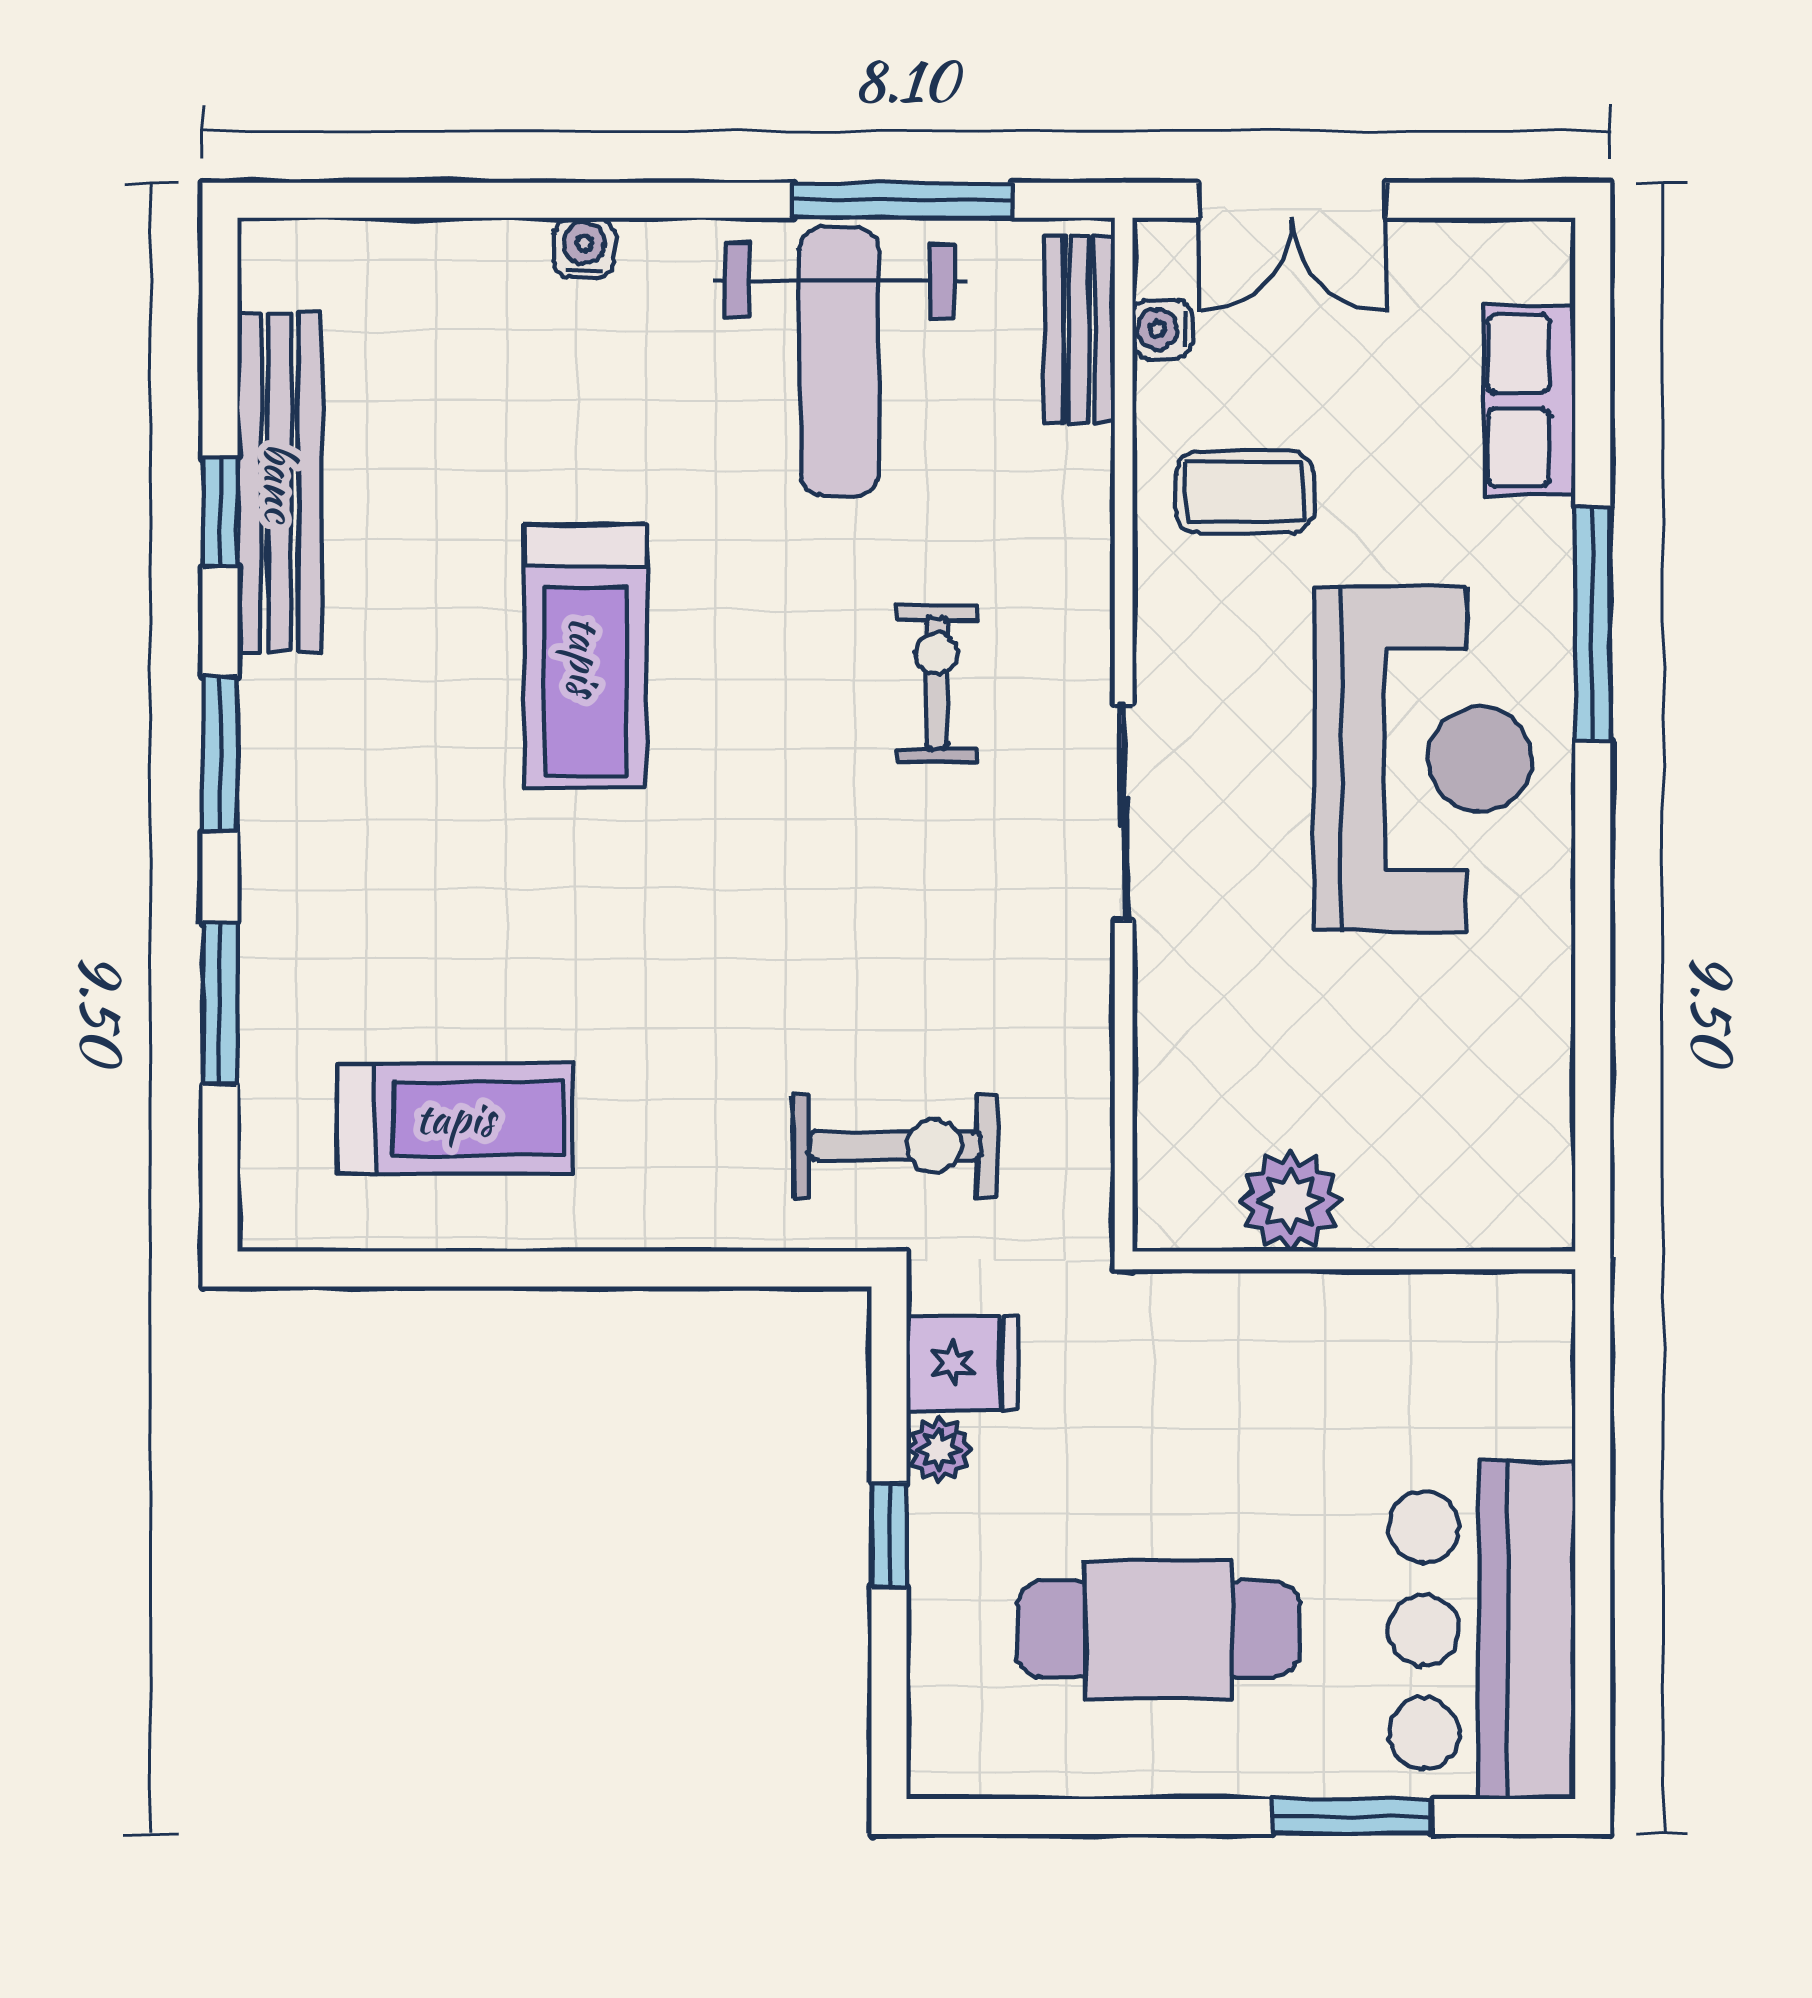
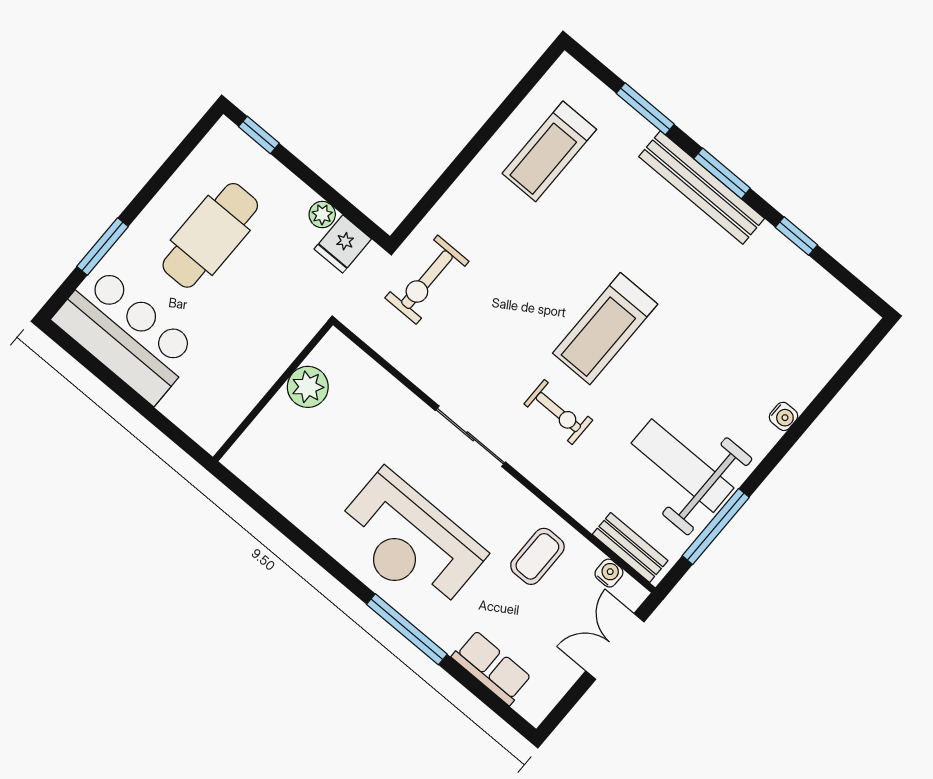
bench: (280, 482) -> (702, 187), moved
treadmill: (585, 656) -> (605, 329), moved, turned -90
window: (889, 1535) -> (259, 135), moved

